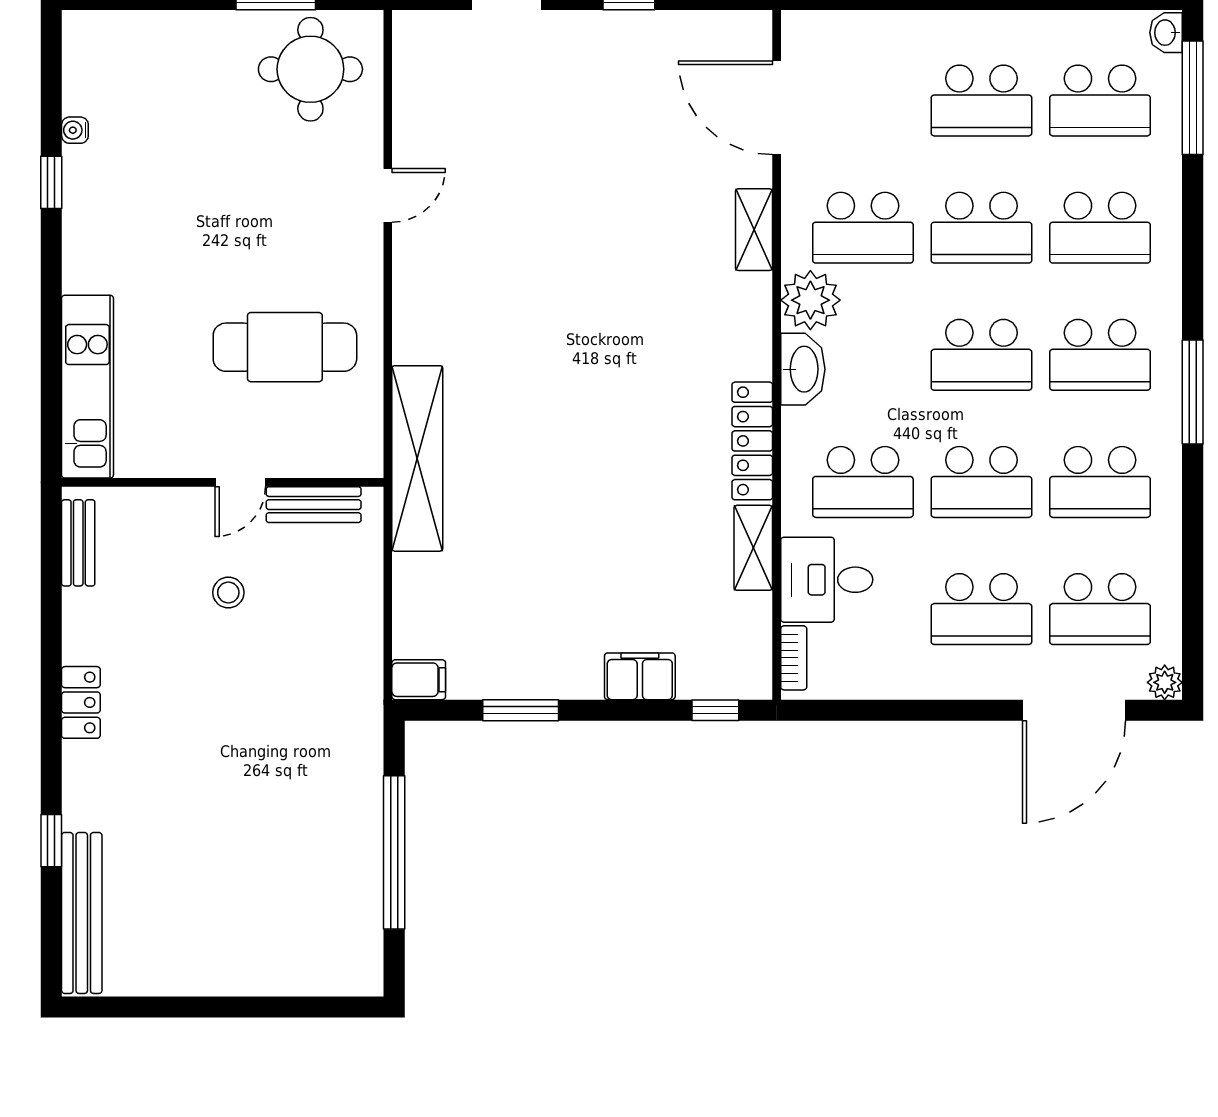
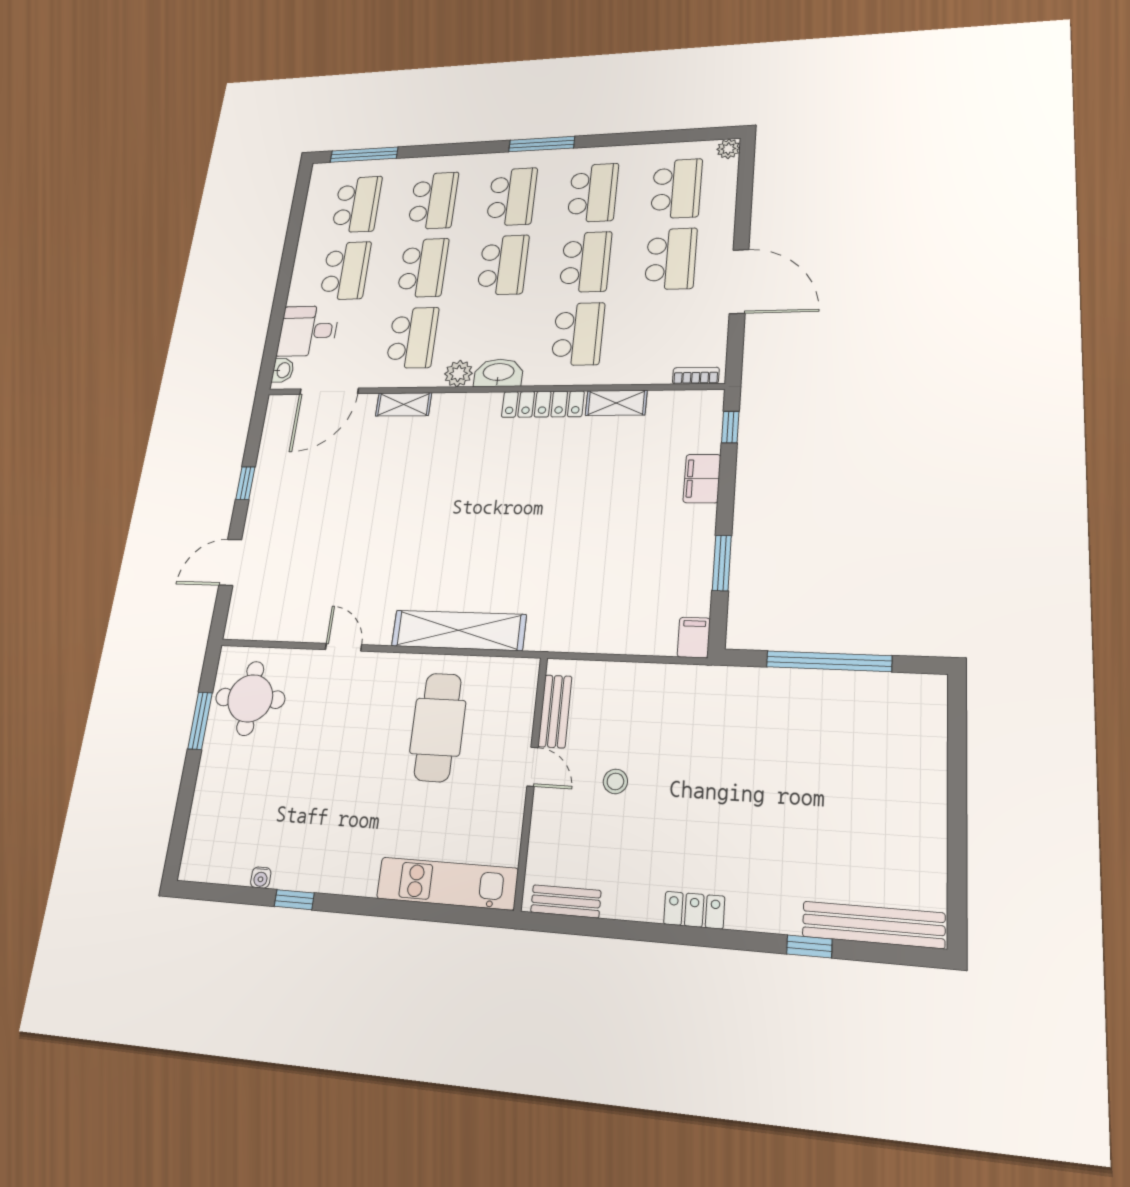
washbasin: (1166, 33) -> (283, 370), moved, turned -90
plant: (810, 300) -> (458, 374), width x0.73, depth x0.73
shelving: (417, 458) -> (459, 630), moved
desk: (827, 580) -> (308, 331), moved, turned 90
door: (1074, 710) -> (739, 281), moved

